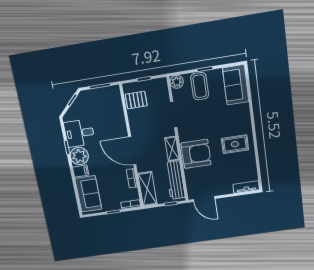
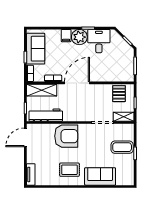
plant: (177, 82) -> (129, 129), removed
sofa: (236, 85) -> (100, 176), moved
rug: (235, 144) -> (69, 170), turned 90
shelving: (172, 149) -> (124, 117), moved
armchair: (196, 154) -> (66, 136), turned -90
sofa: (88, 194) -> (36, 49), moved, turned -90

